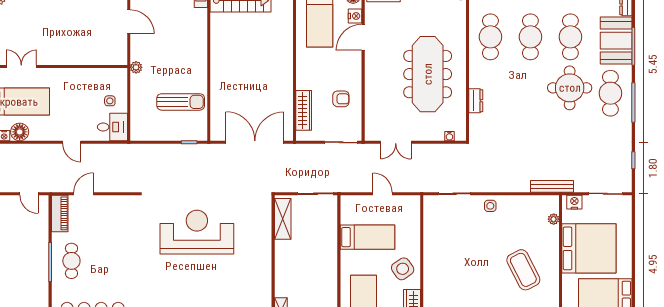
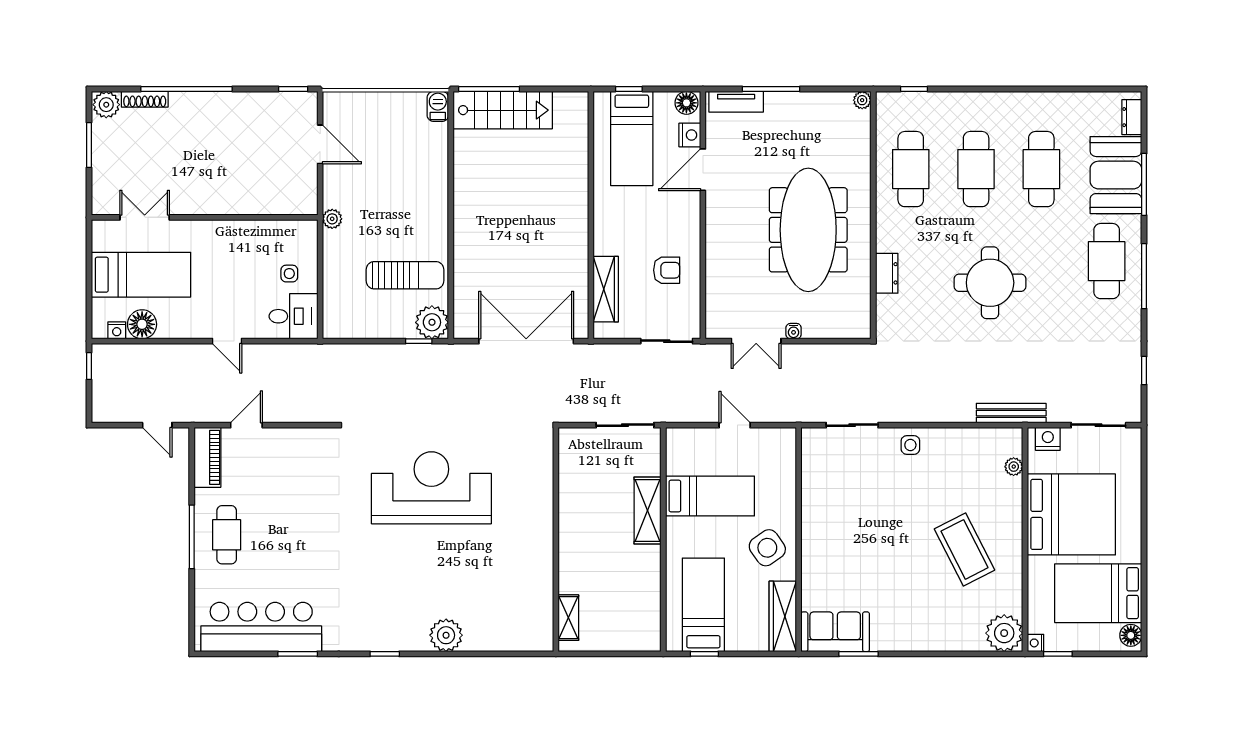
round table: (570, 88) -> (990, 283), moved
plant: (197, 131) -> (432, 322), added
water cooler: (449, 136) -> (794, 331), moved
shelving: (283, 219) -> (648, 511), moved

